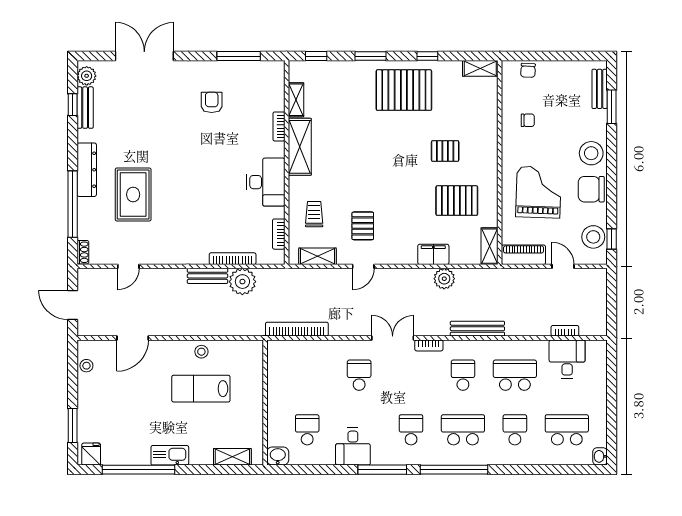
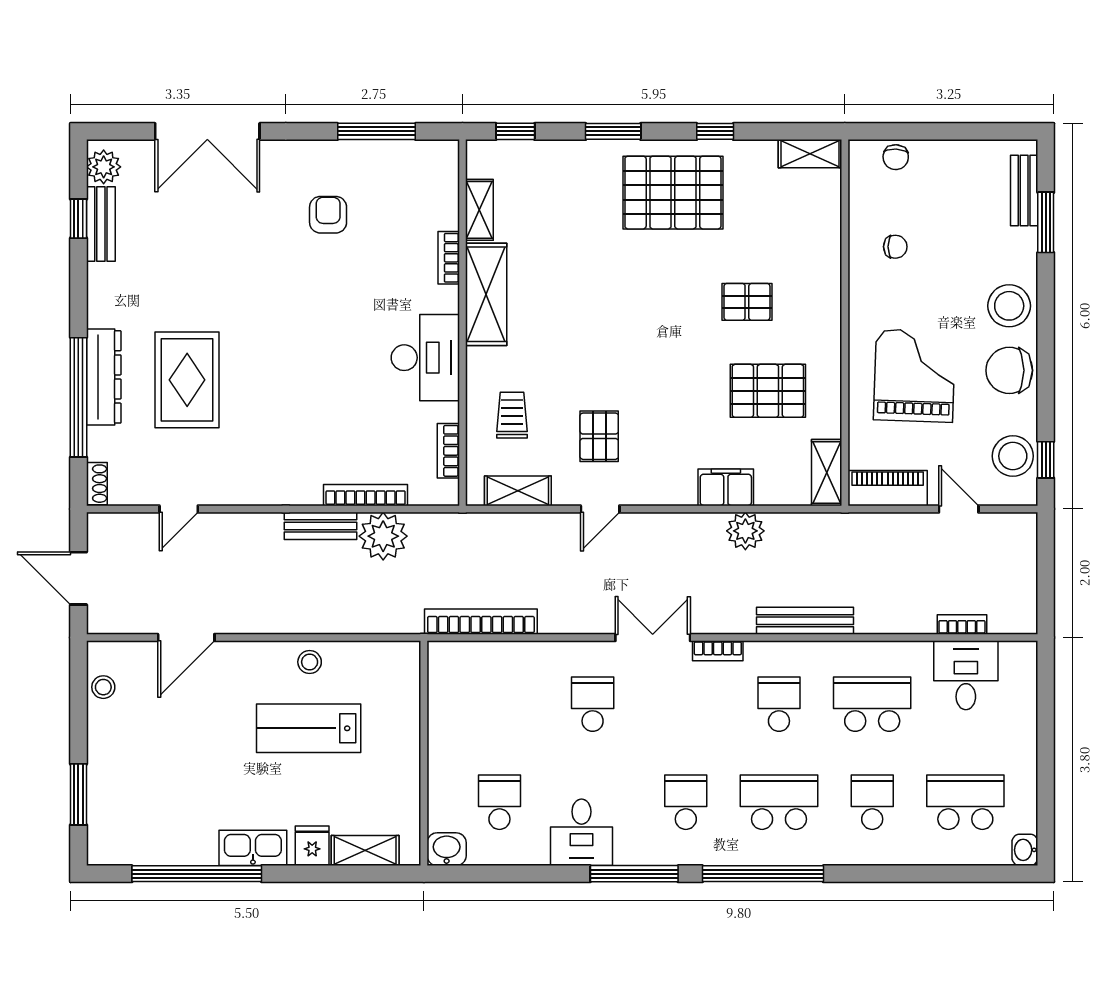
double door: (144, 56) -> (207, 131), swing flipped
dresser: (87, 170) -> (104, 377), moved
fridge: (91, 454) -> (312, 846), moved

